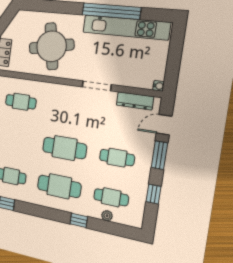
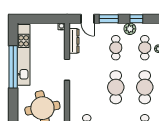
plant: (141, 182) -> (130, 29), added

